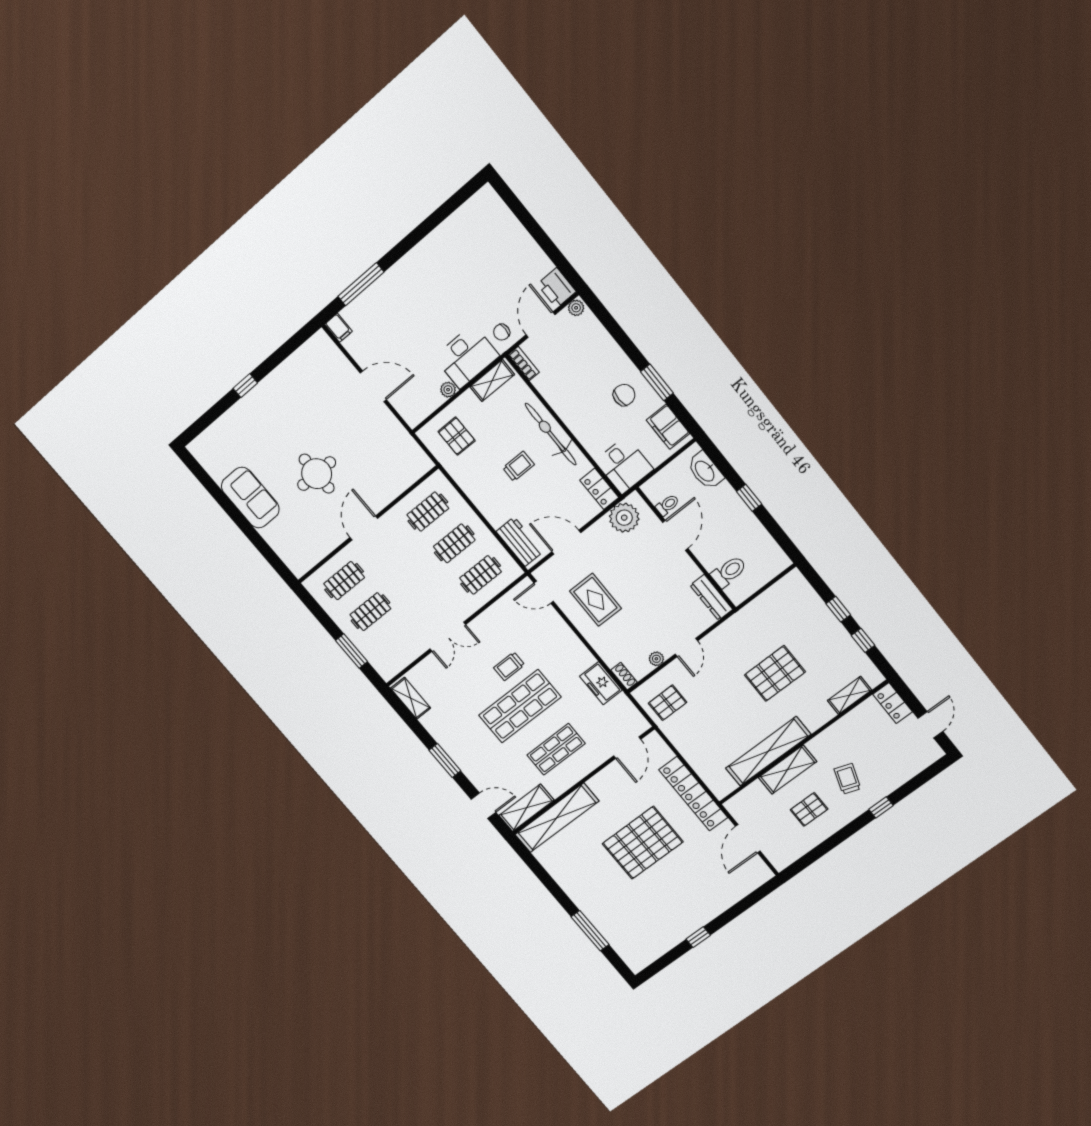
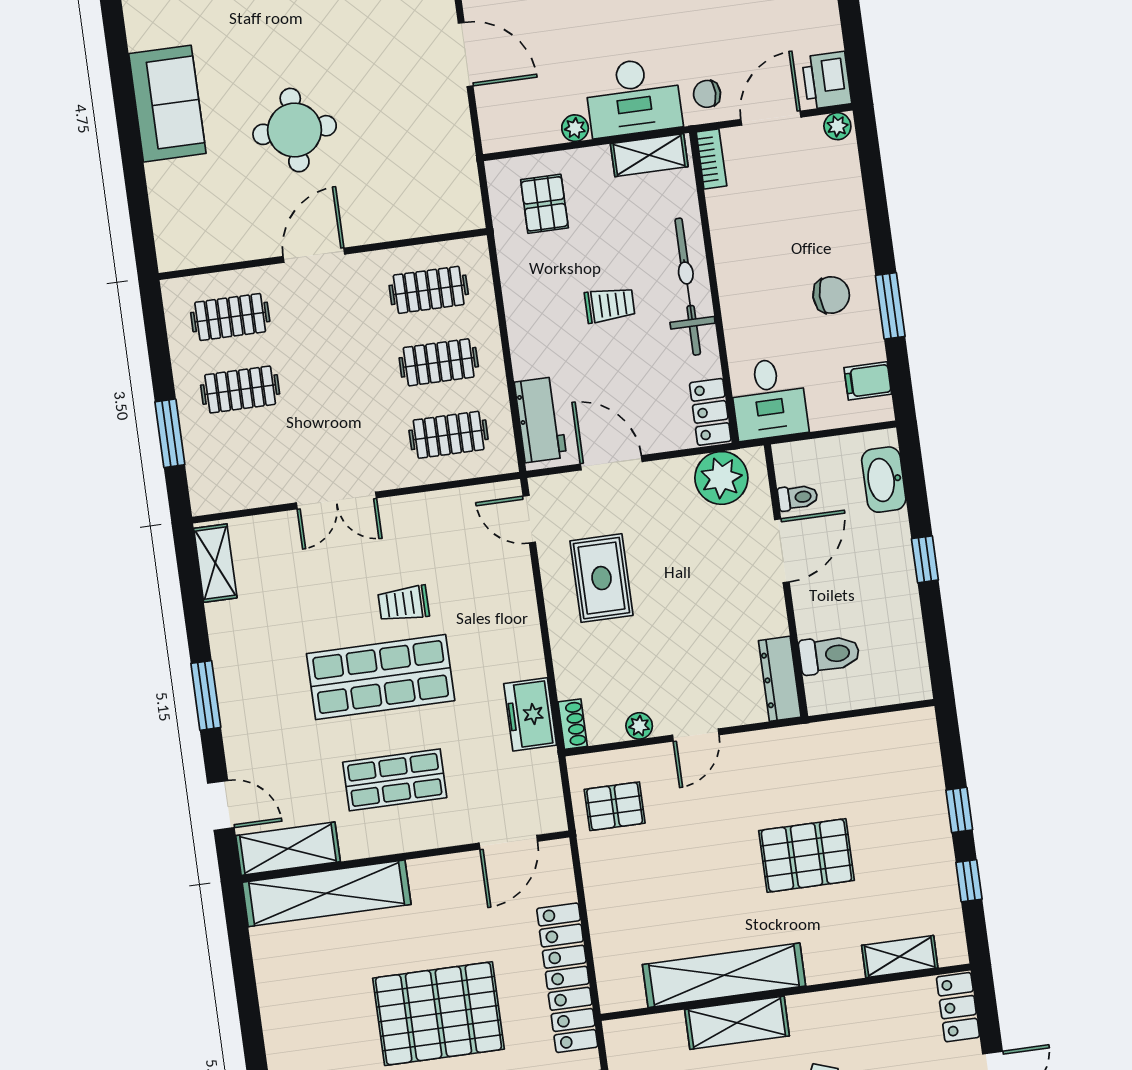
filing cabinet: (668, 427) -> (868, 381), width x0.50

